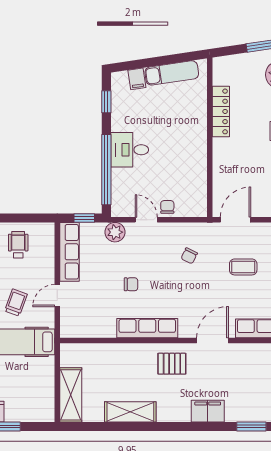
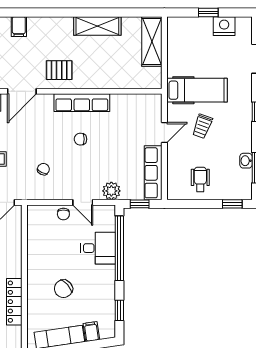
chair: (167, 126) -> (63, 289), added
desk: (130, 150) -> (98, 248), moved
wheelchair: (18, 245) -> (200, 179), turned 180
chair: (131, 284) -> (80, 139), moved
filing cabinet: (208, 411) -> (19, 27), width x0.50

